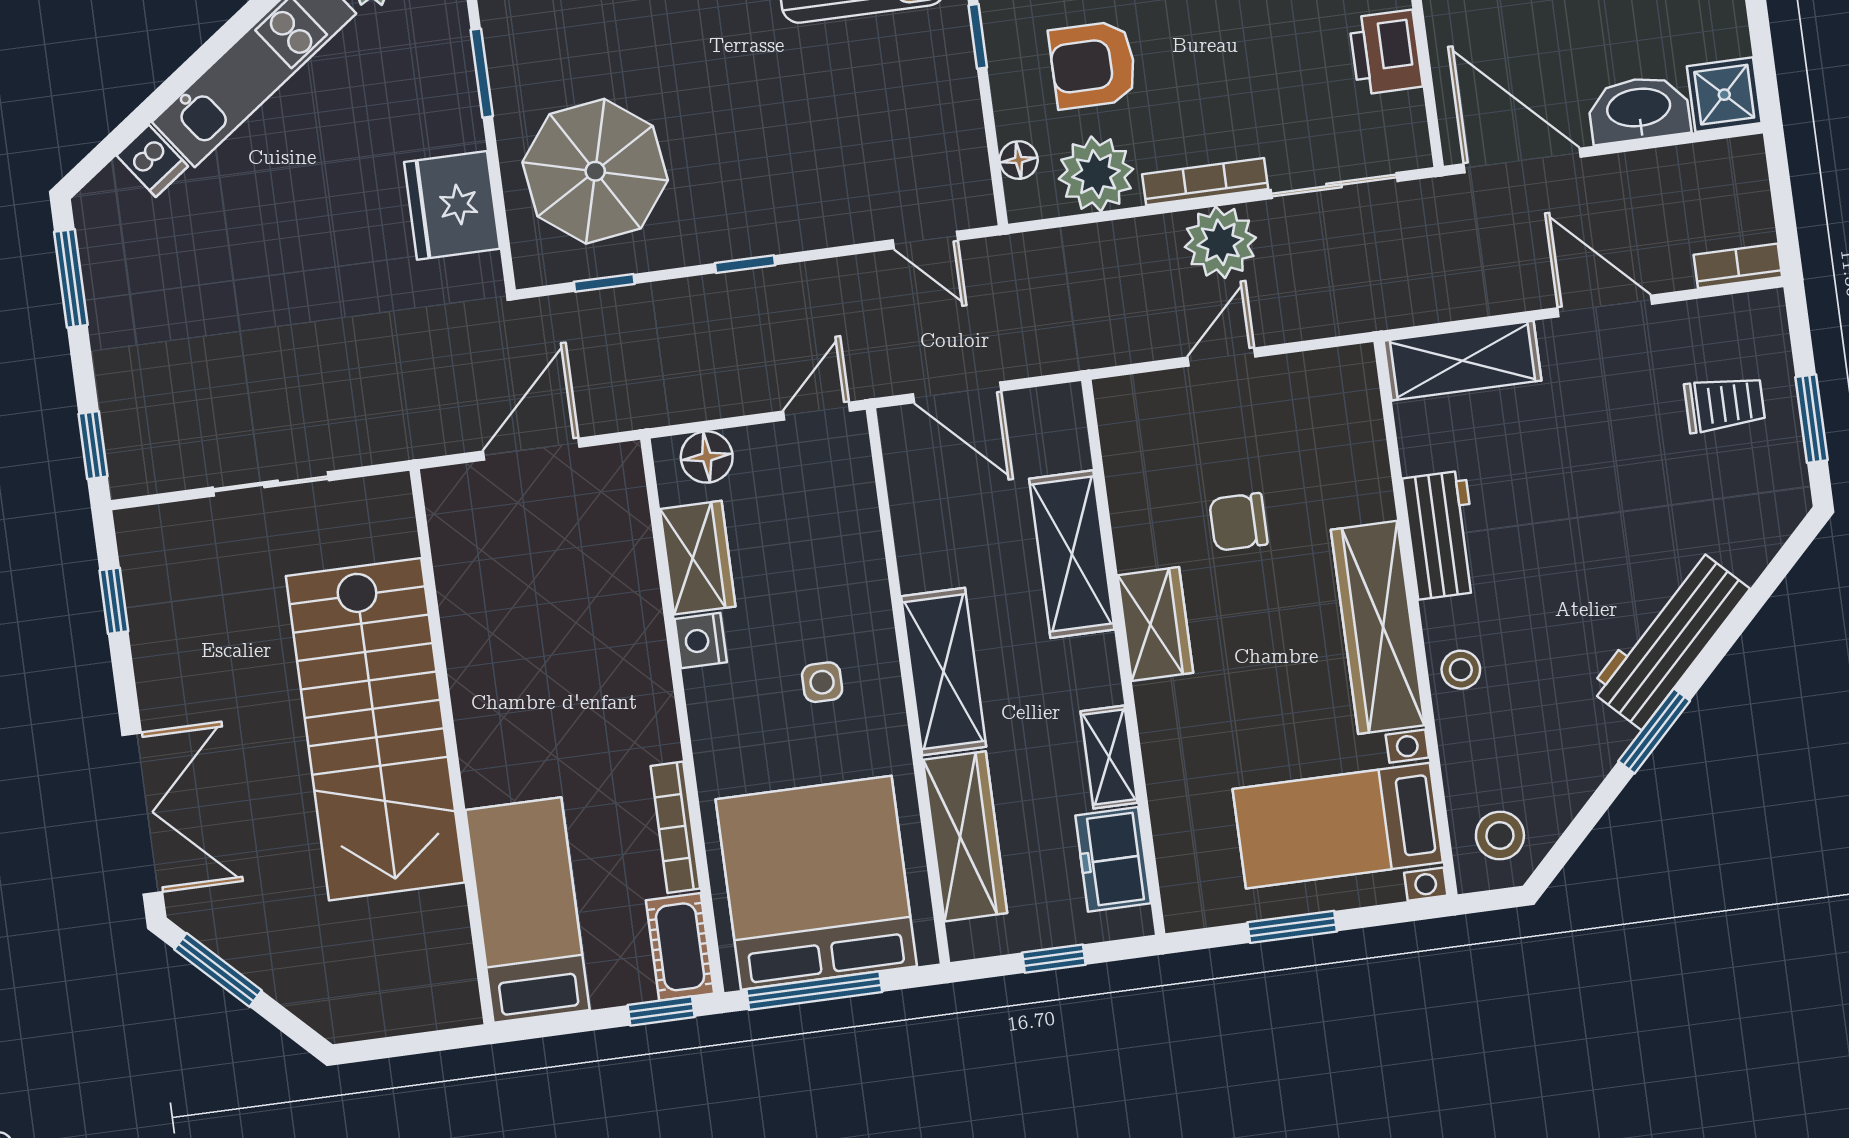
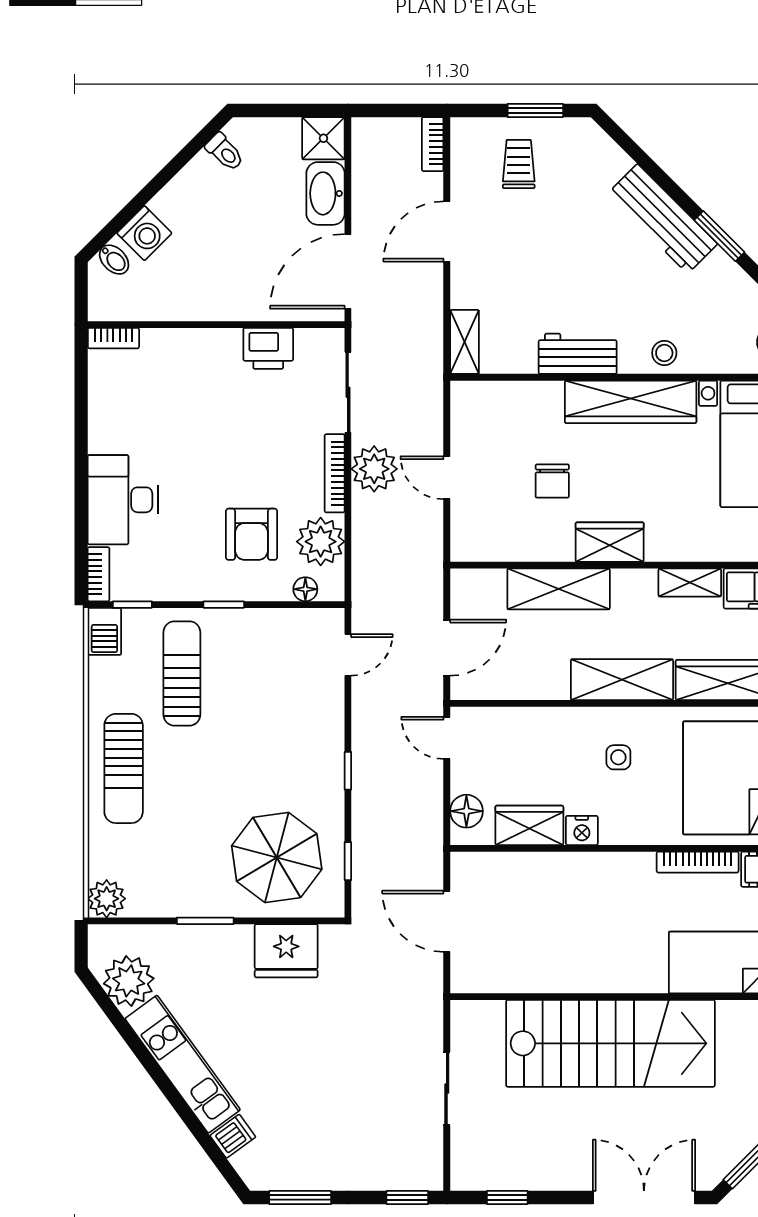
shelving: (1463, 361) -> (464, 342), width x0.67, depth x0.75

